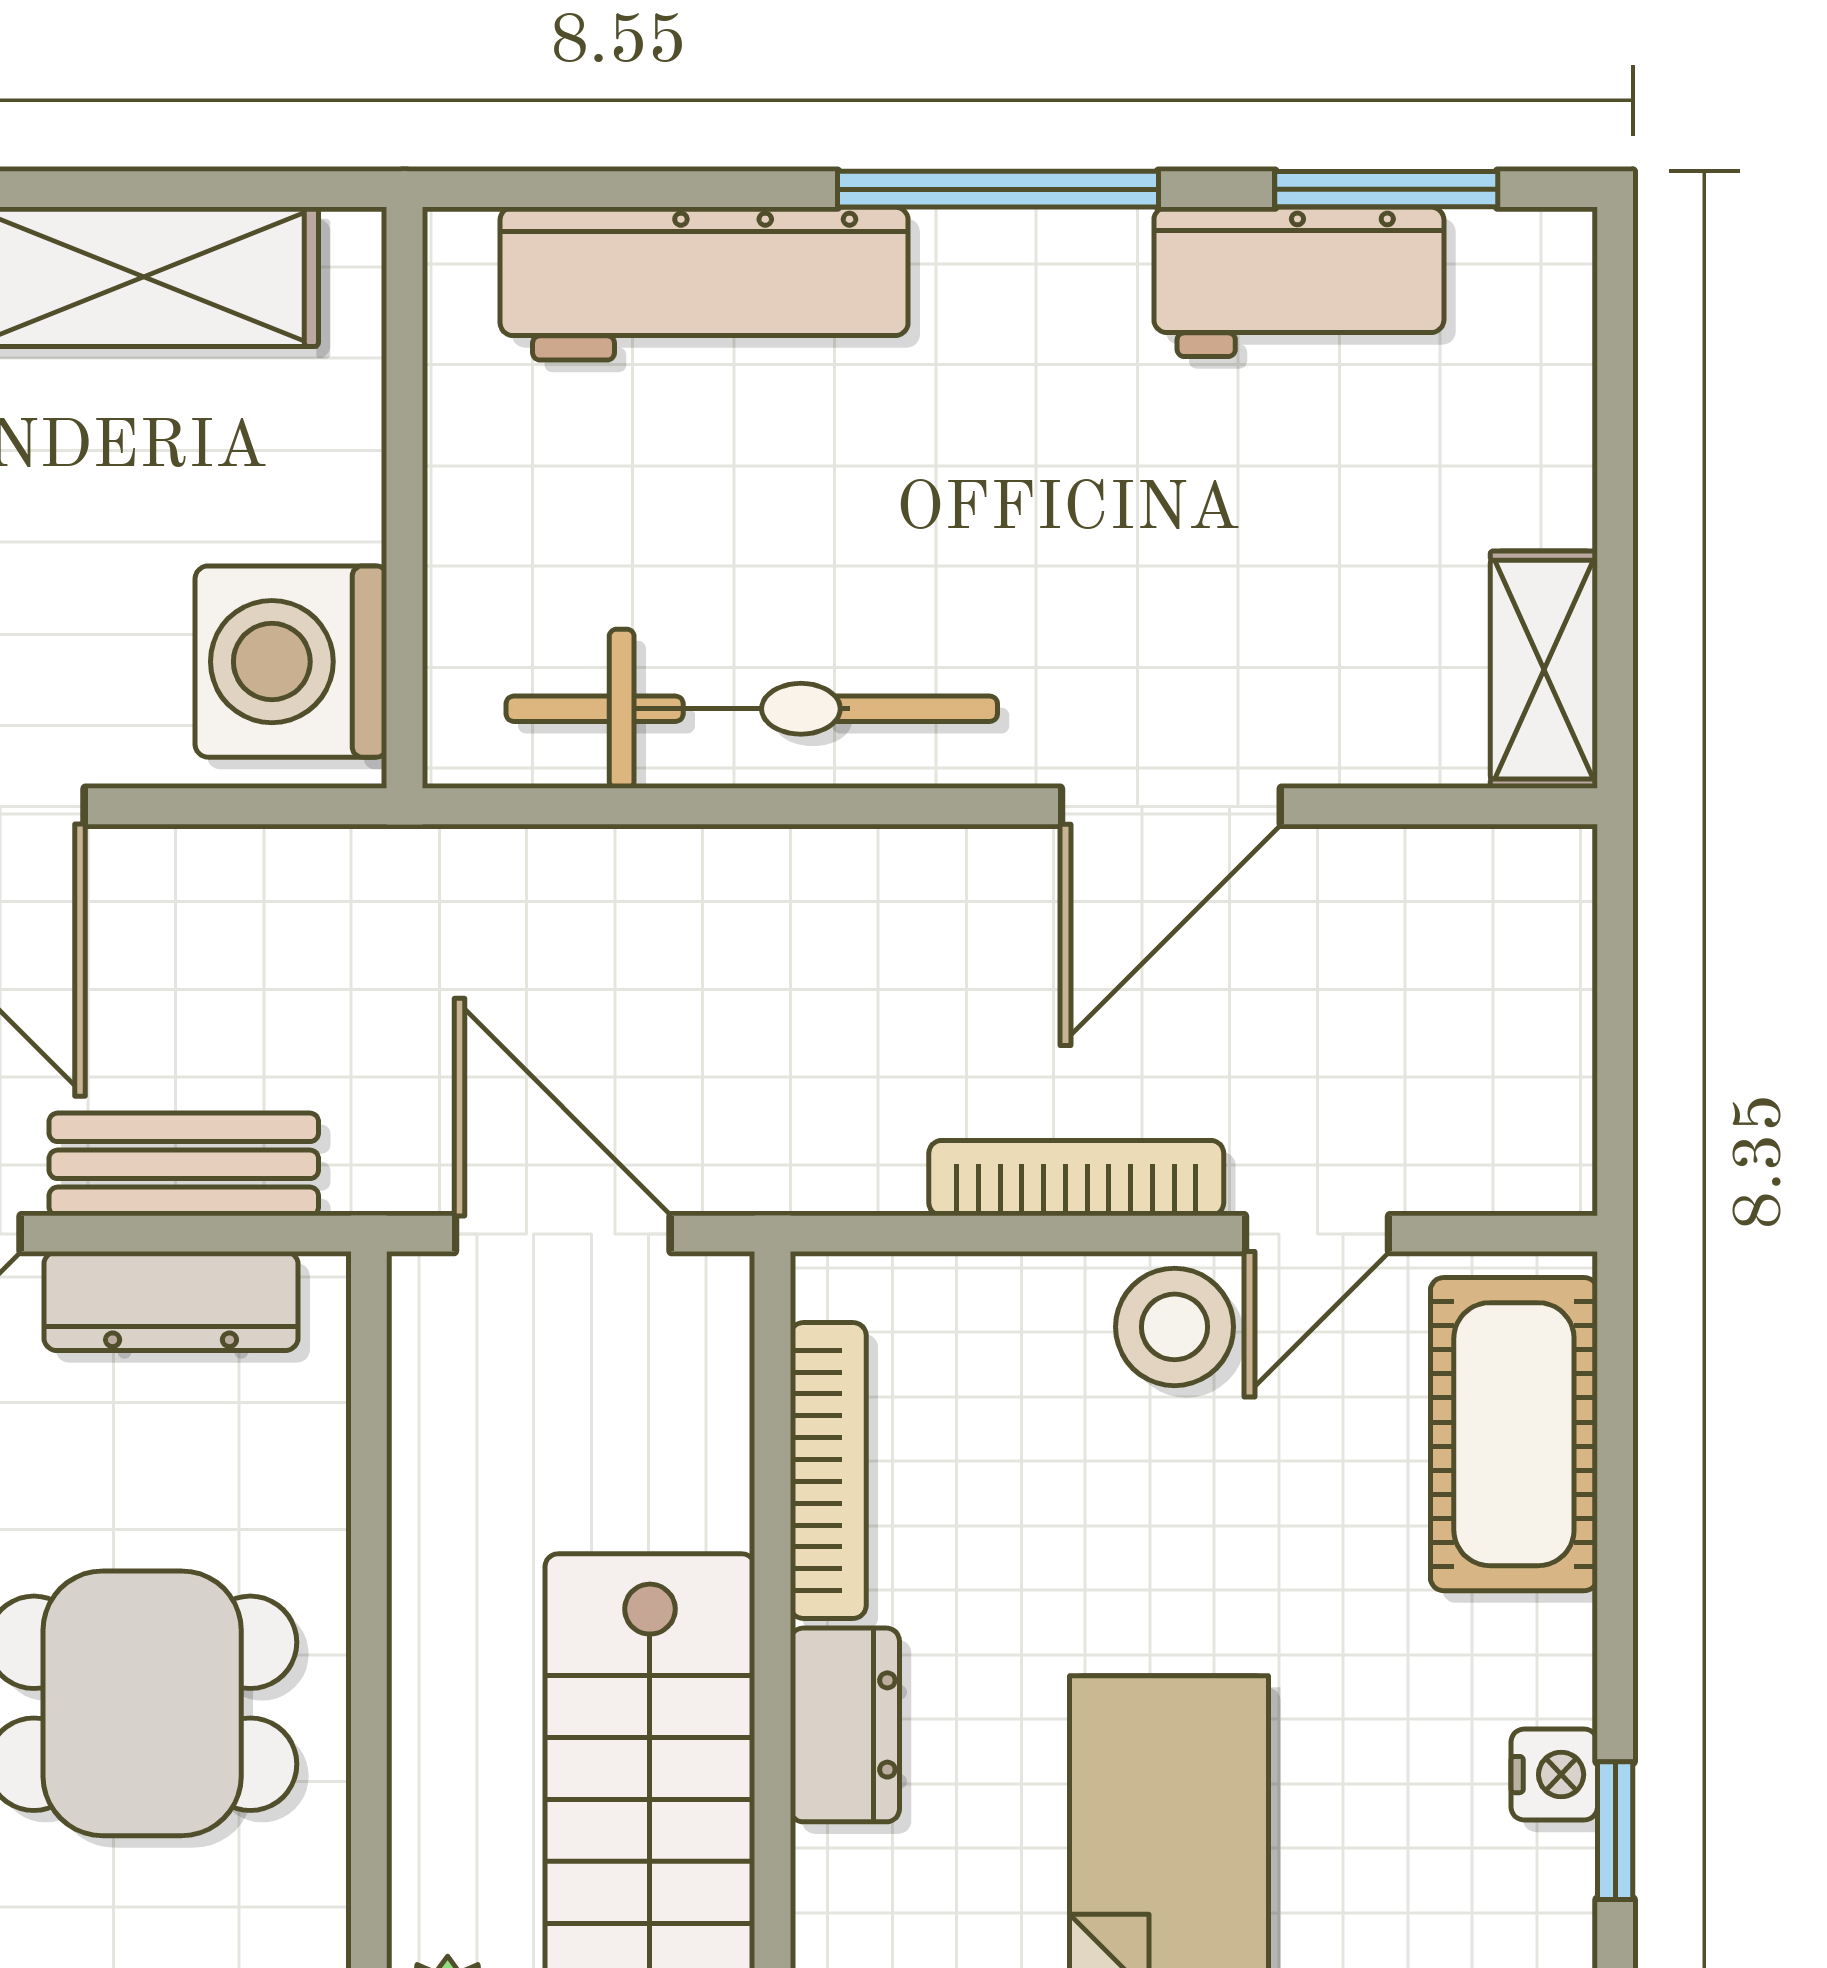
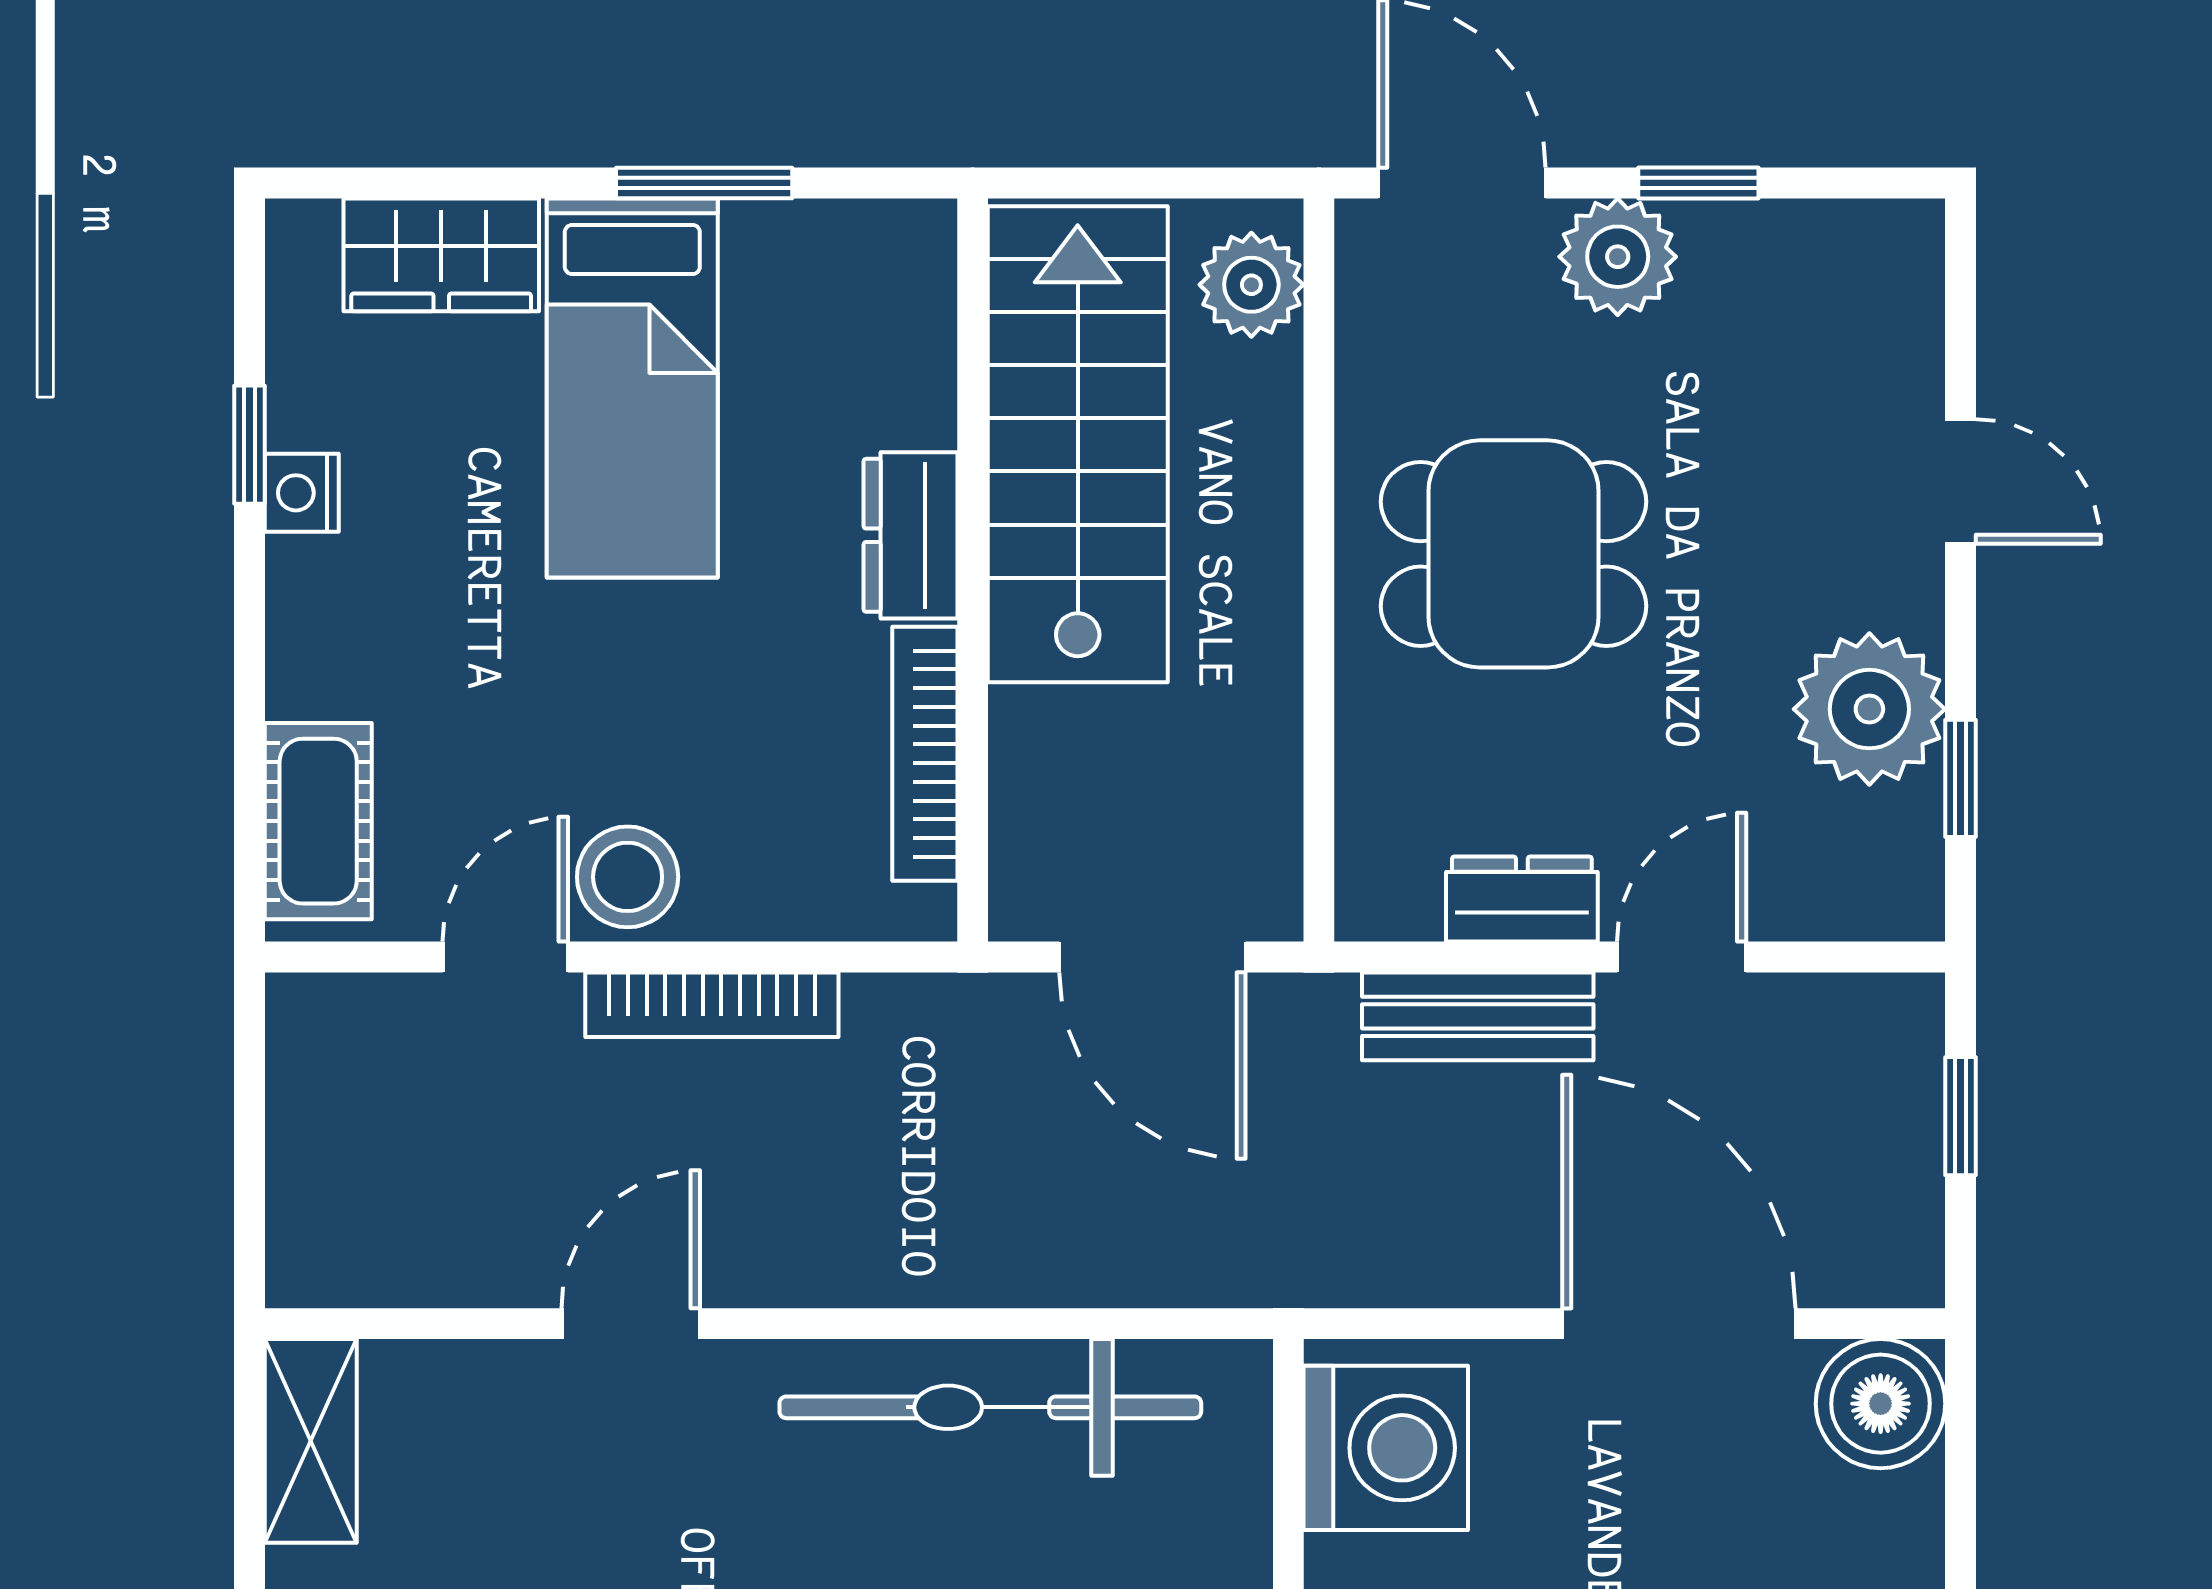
door: (1171, 806) -> (631, 1324), width x0.73
dresser: (171, 1301) -> (1522, 899), width x0.70
cot: (1514, 1434) -> (318, 821), width x0.73, depth x0.75

